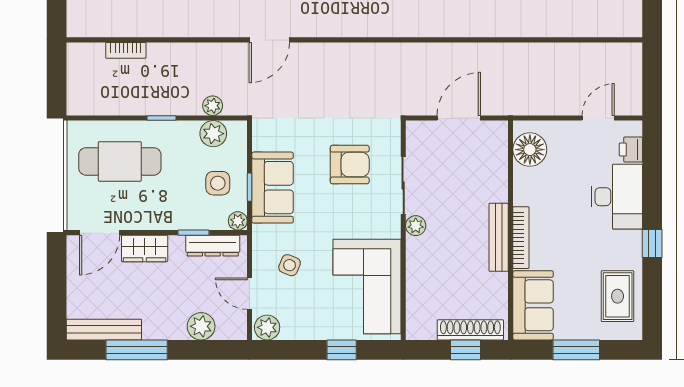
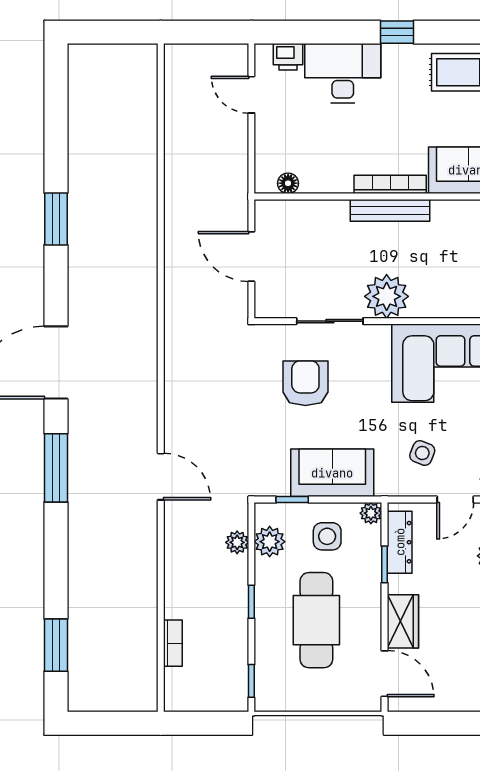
window: (93, 118) -> (251, 681), added
floor lamp: (530, 150) -> (288, 183), width x0.53, depth x0.53
cafe table: (120, 161) -> (316, 620), moved
window: (249, 187) -> (292, 500), moved
plant: (416, 226) -> (387, 296), width x1.88, depth x1.88

